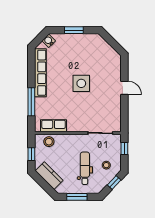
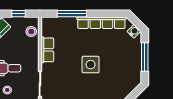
window: (74, 30) -> (145, 57), width x1.44
row of seats: (54, 126) -> (47, 50), moved

